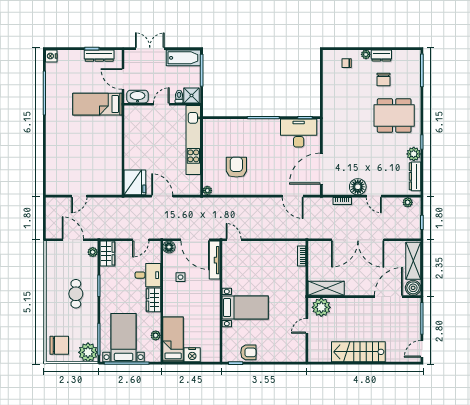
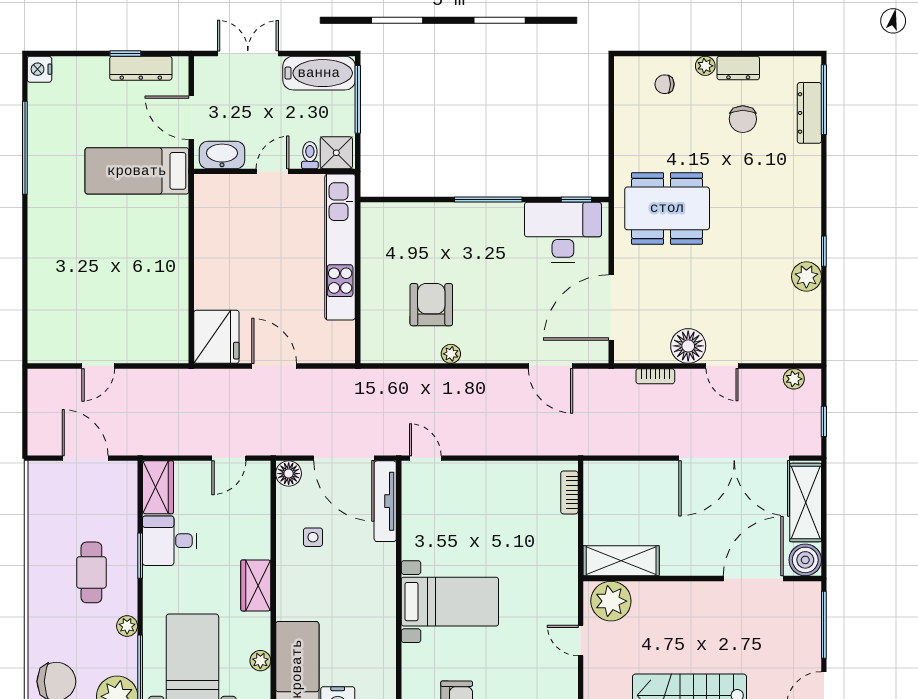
dining table: (394, 116) -> (667, 208), moved
dresser: (415, 176) -> (809, 113), moved
plant: (207, 190) -> (451, 354), moved
double door: (358, 240) -> (734, 458), moved
plant: (93, 252) -> (127, 626), moved
desk: (148, 275) -> (169, 541), moved, turned 180
door: (307, 326) -> (581, 640), hinge flipped

